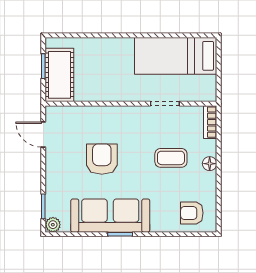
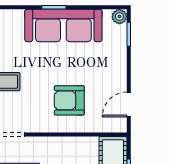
door: (43, 134) -> (129, 105), swing flipped
armchair: (102, 159) -> (69, 100), moved, turned 90

